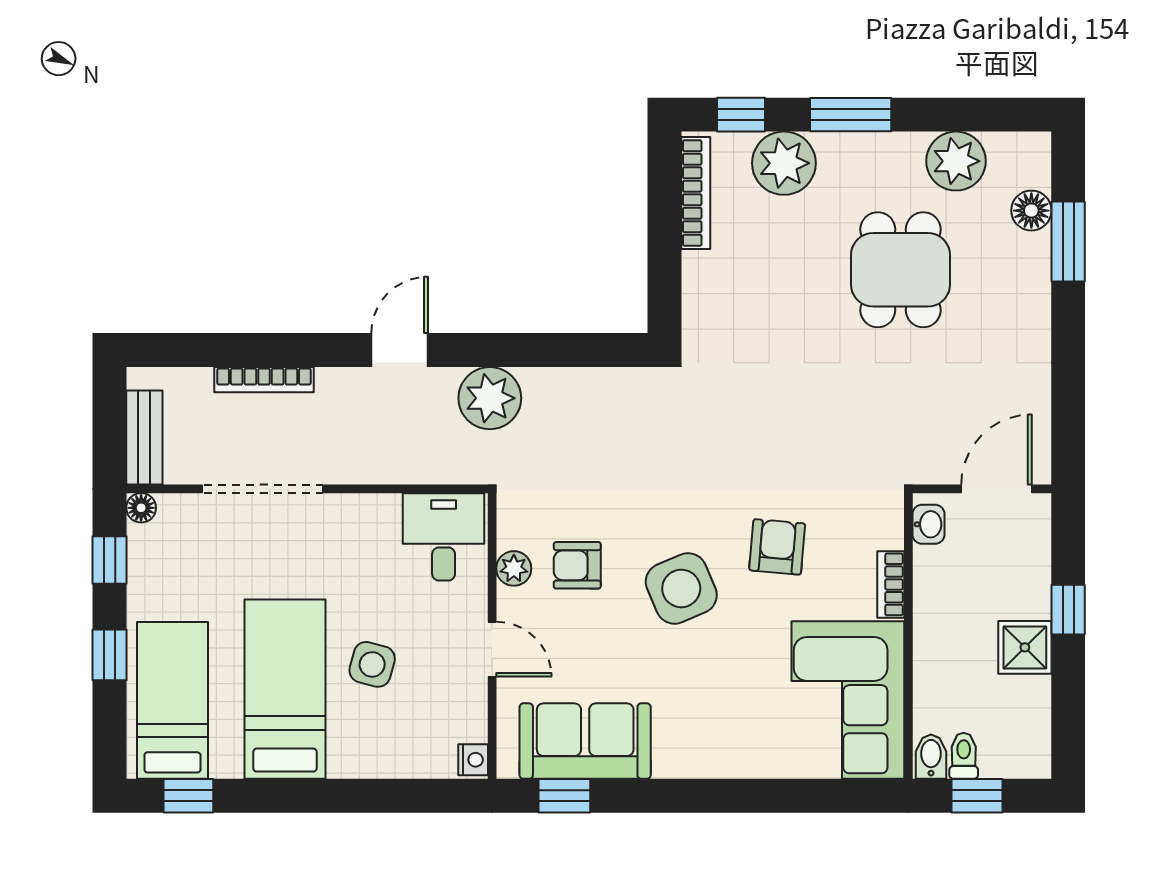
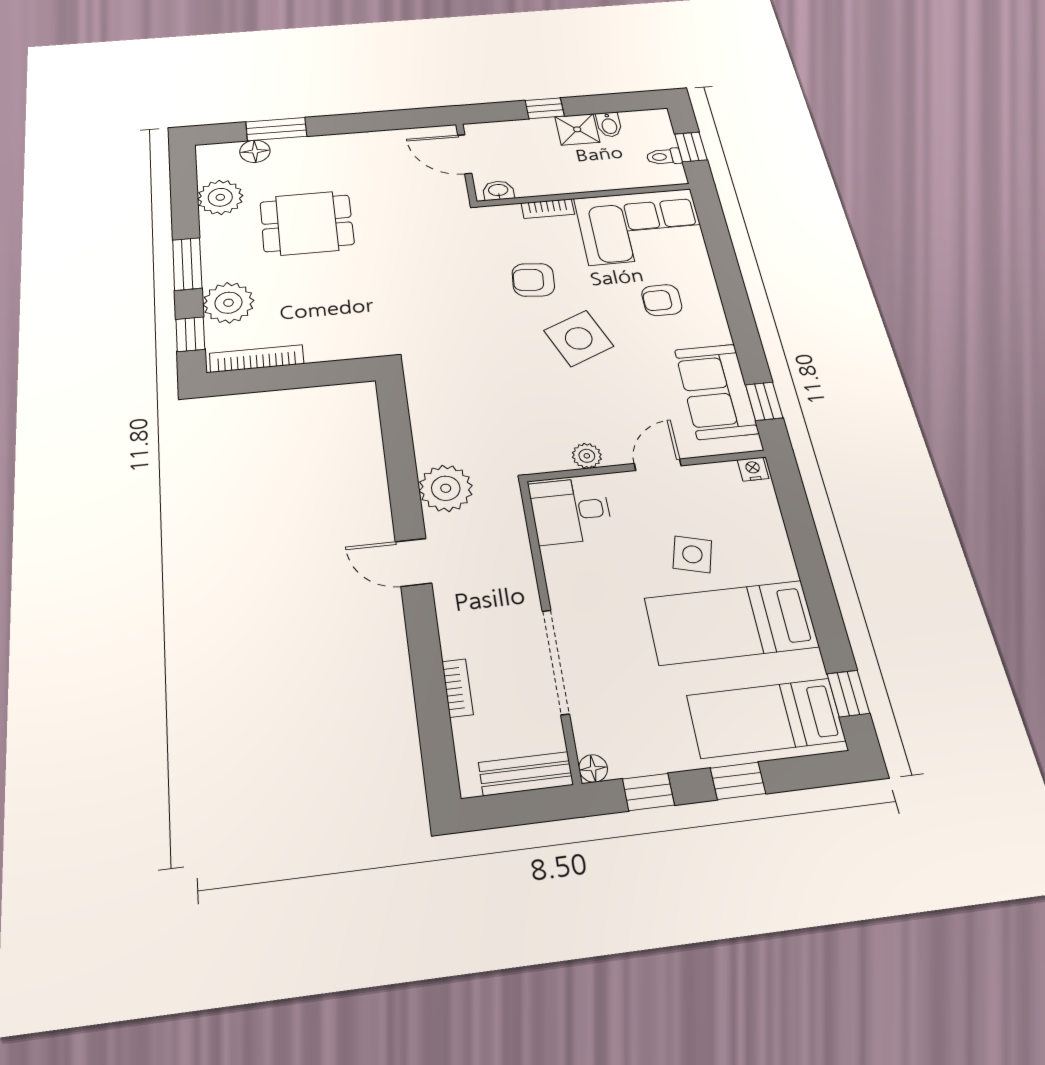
bookcase: (264, 380) -> (458, 688), width x0.64
armchair: (577, 565) -> (662, 300), moved, turned 90
bidet: (931, 757) -> (609, 125), moved, turned -90

